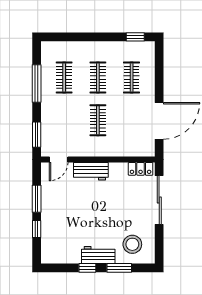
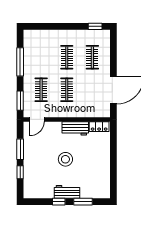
clothes rail: (64, 77) -> (41, 90), moved
workbench: (91, 171) -> (75, 128), moved
sliding door: (159, 200) -> (113, 150), removed
stool: (132, 244) -> (65, 159), moved

